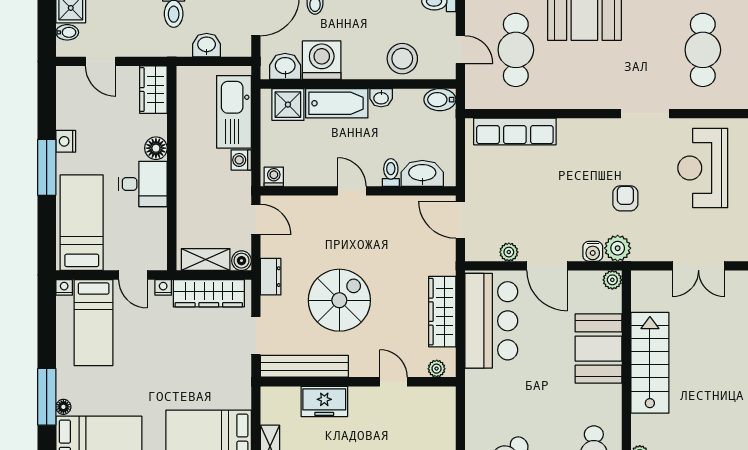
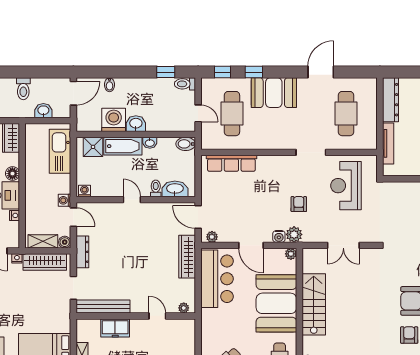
stool: (402, 59) -> (163, 119), removed
washbasin: (285, 66) -> (136, 124), moved
washing machine: (241, 160) -> (64, 200), moved
nightstand: (159, 217) -> (15, 215), added
plant: (509, 252) -> (212, 237), moved
dresser: (271, 277) -> (82, 252), width x1.44
spiral stairs: (339, 300) -> (124, 266), removed
wardrobe: (442, 312) -> (187, 257), moved
booth: (599, 349) -> (276, 303), width x1.36, depth x1.42

